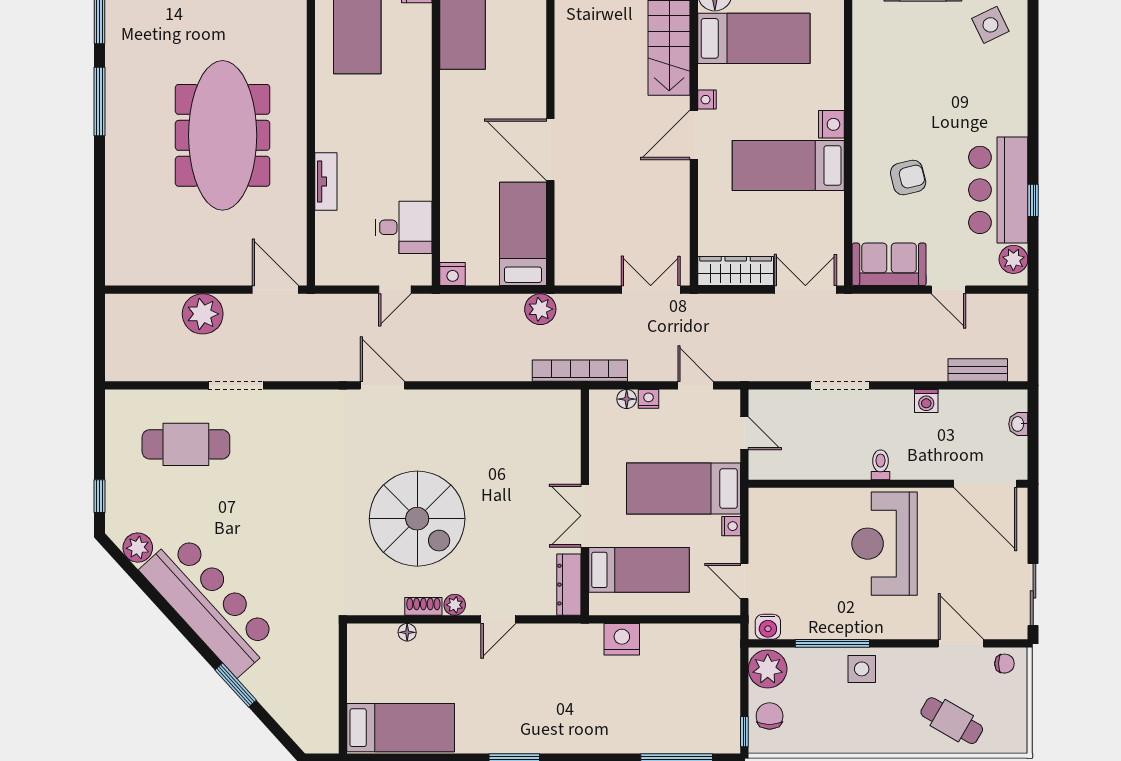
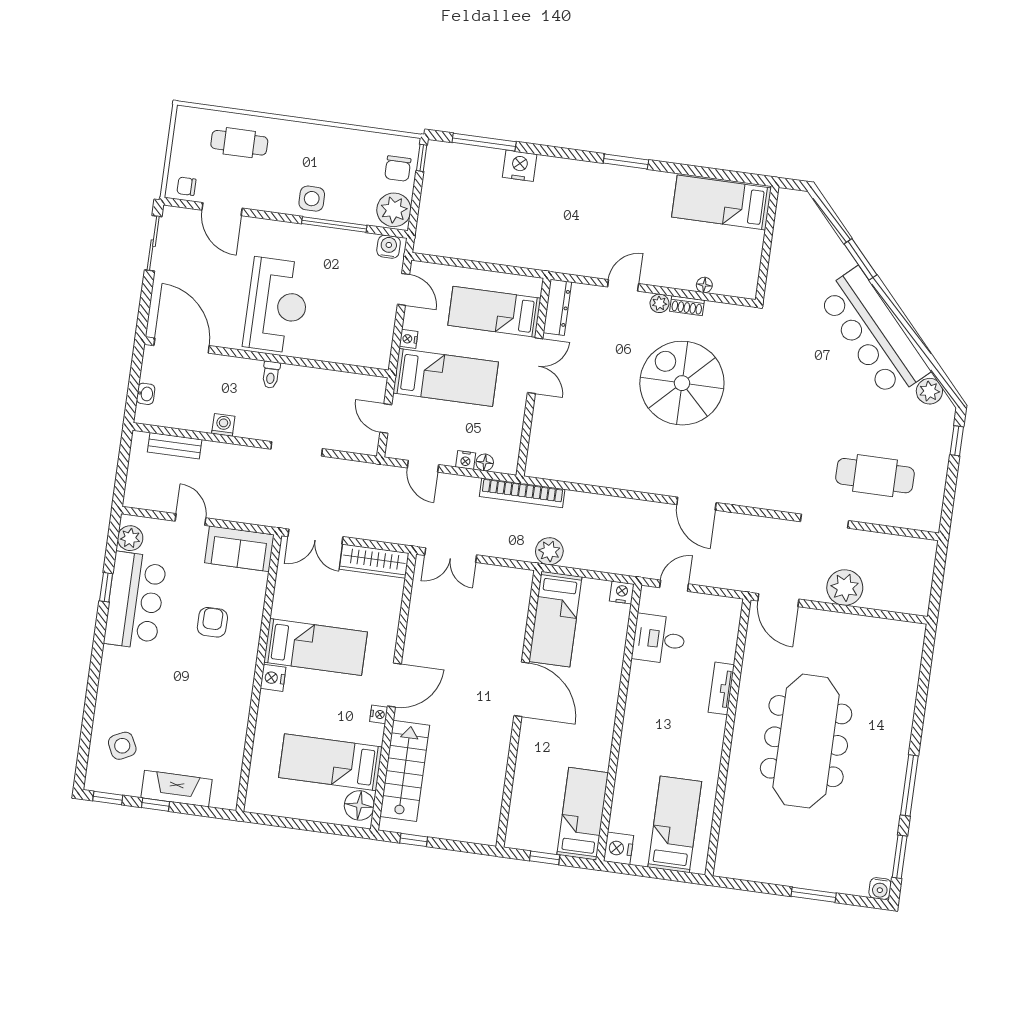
armchair: (908, 177) -> (212, 622), turned 104
nightstand: (622, 639) -> (520, 166), moved, turned 180
cafe table: (952, 721) -> (239, 143), turned -30

